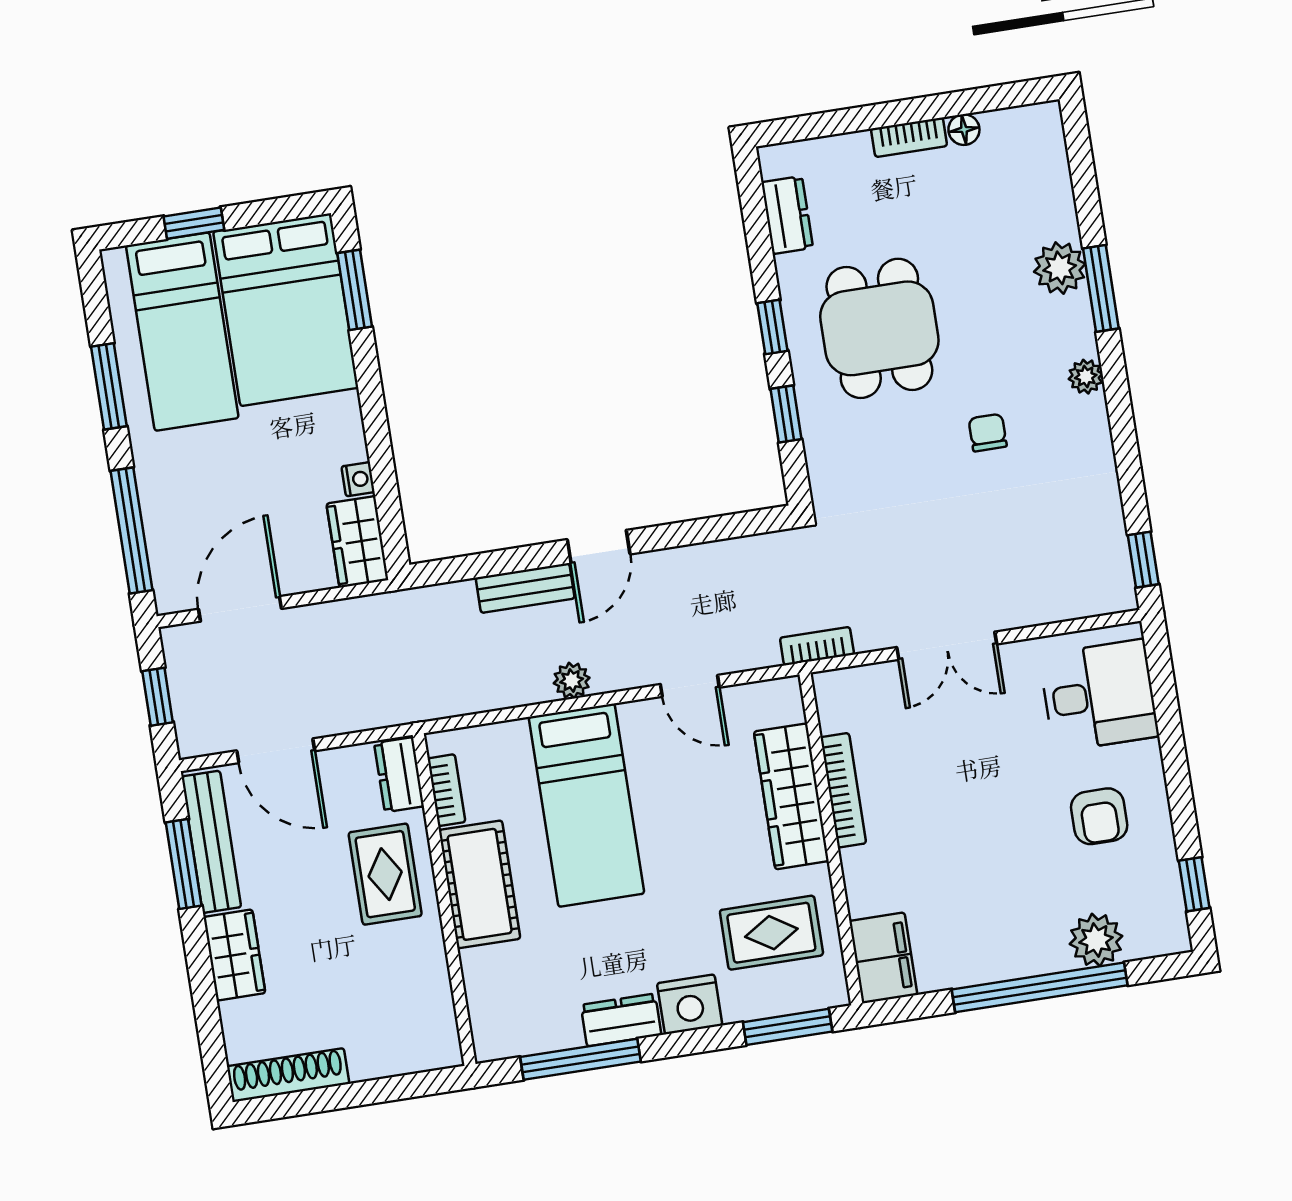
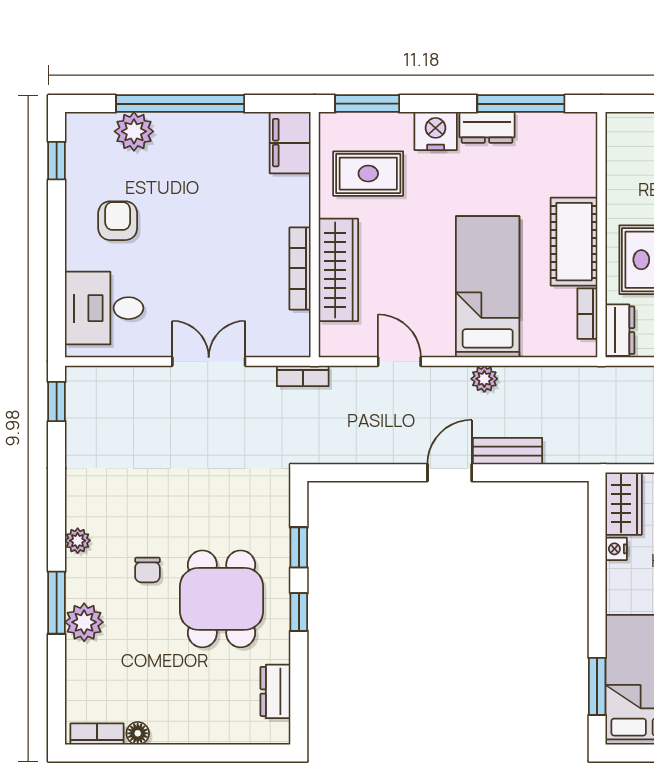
bookcase: (909, 137) -> (97, 734), moved
chair: (988, 433) -> (147, 570), moved

